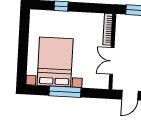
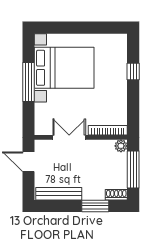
plant: (121, 19) -> (121, 146), added

